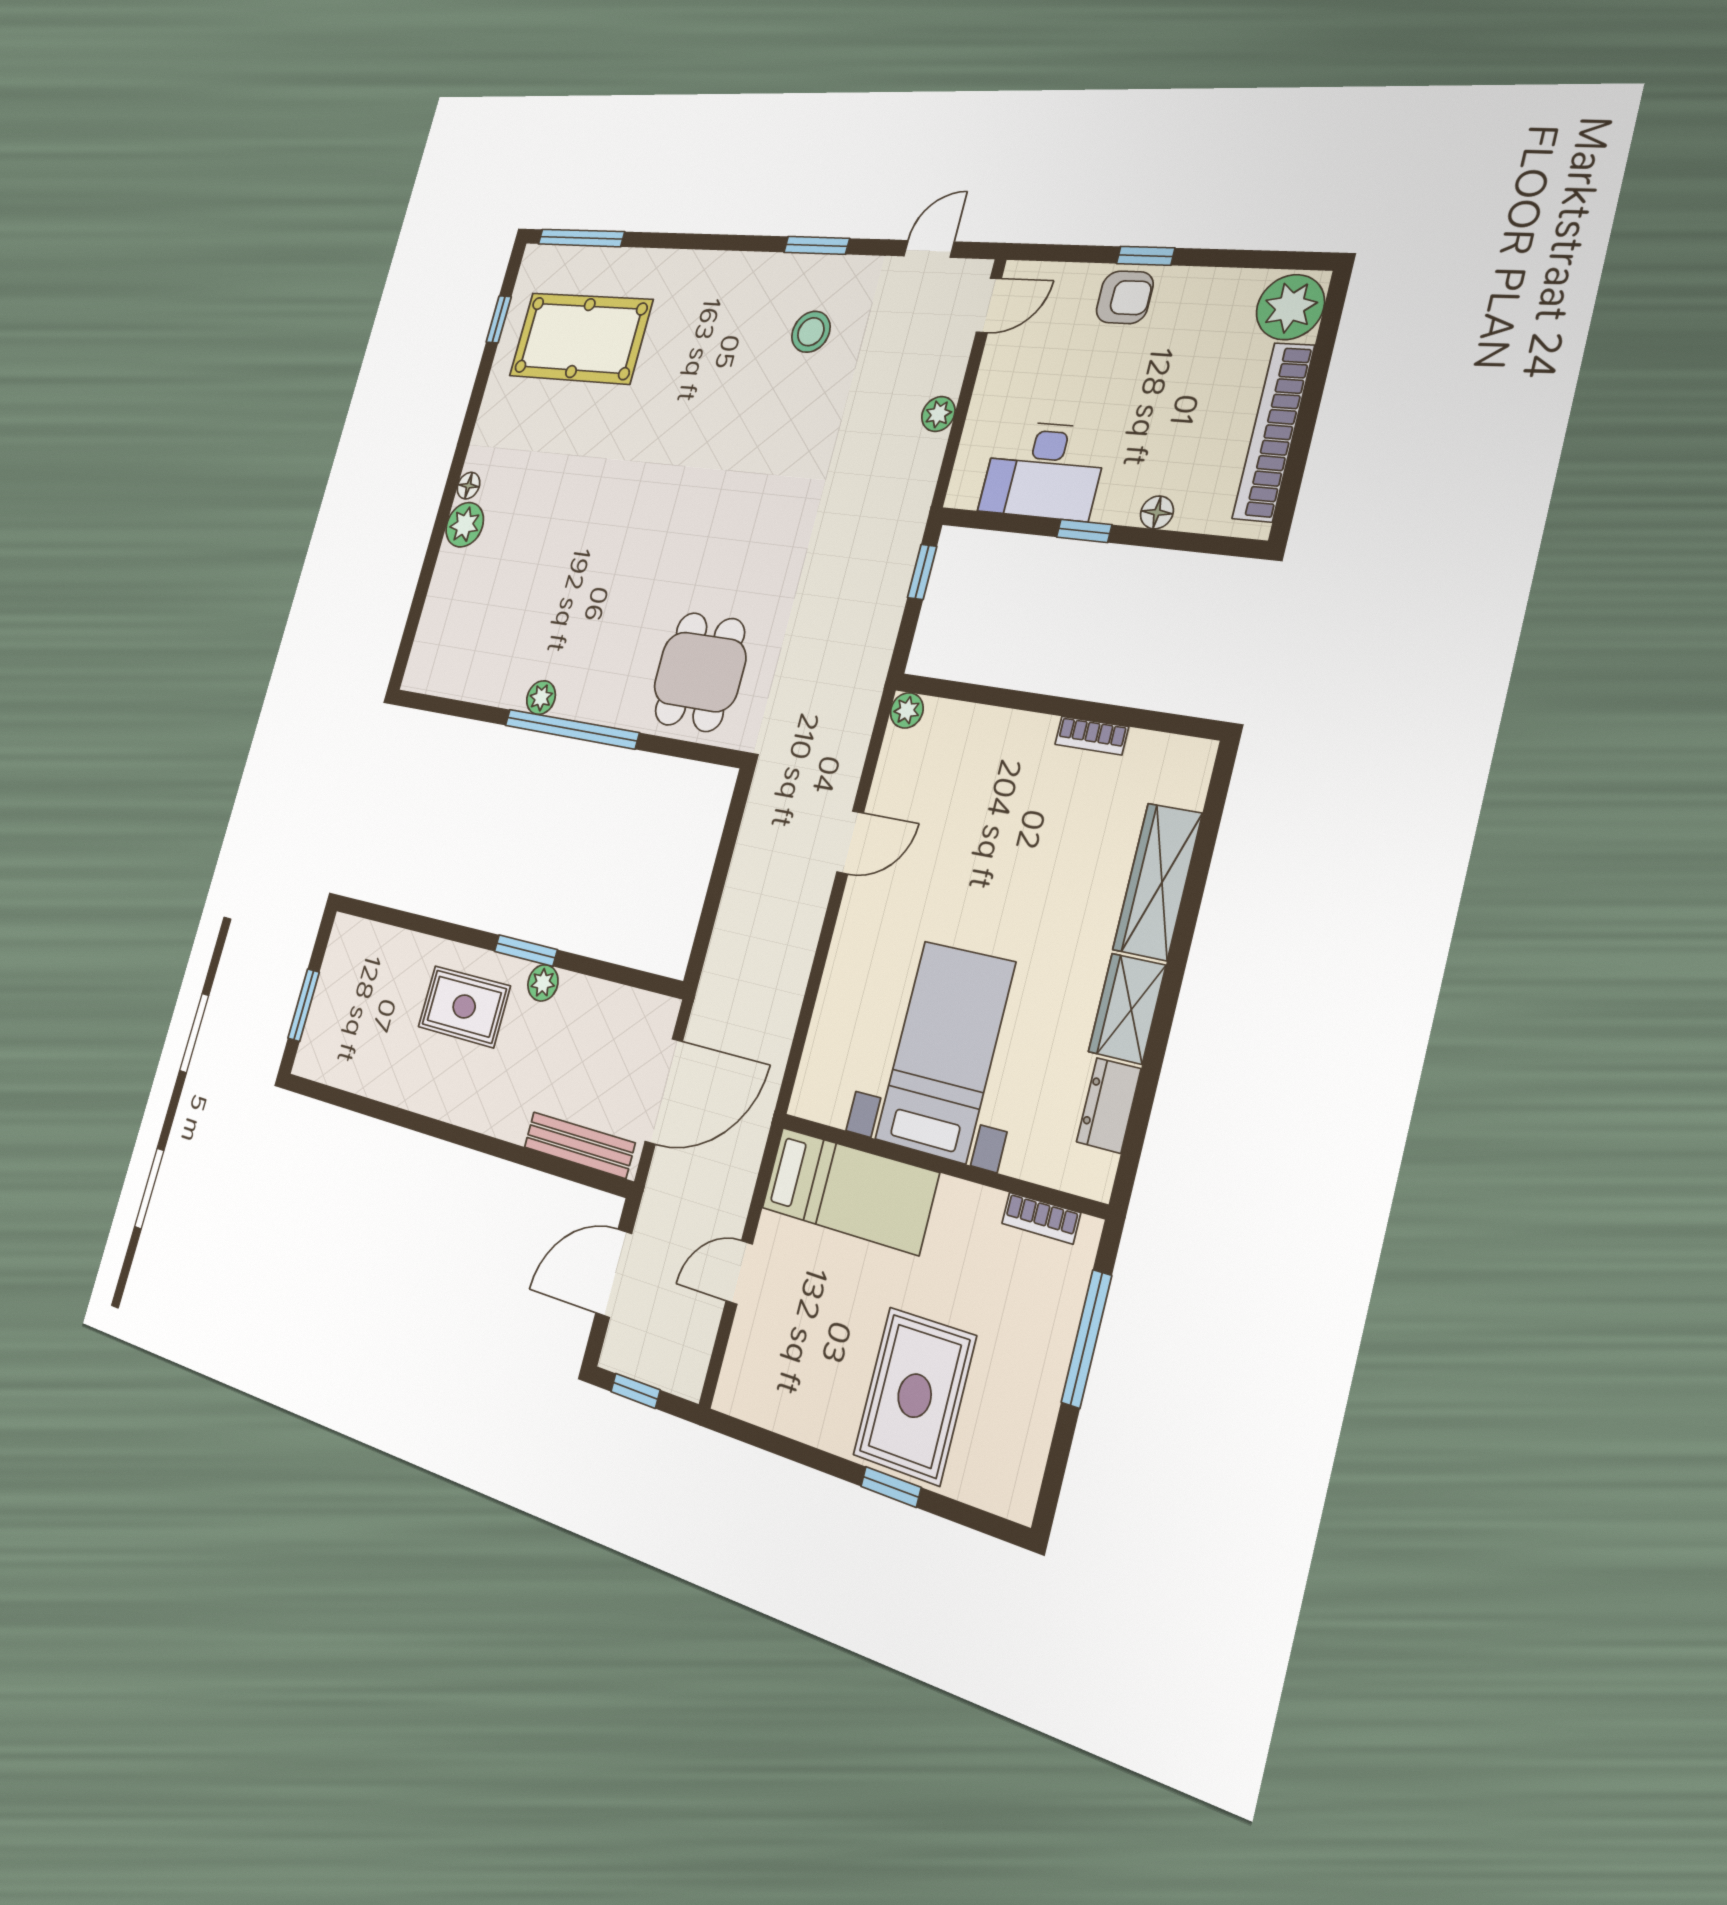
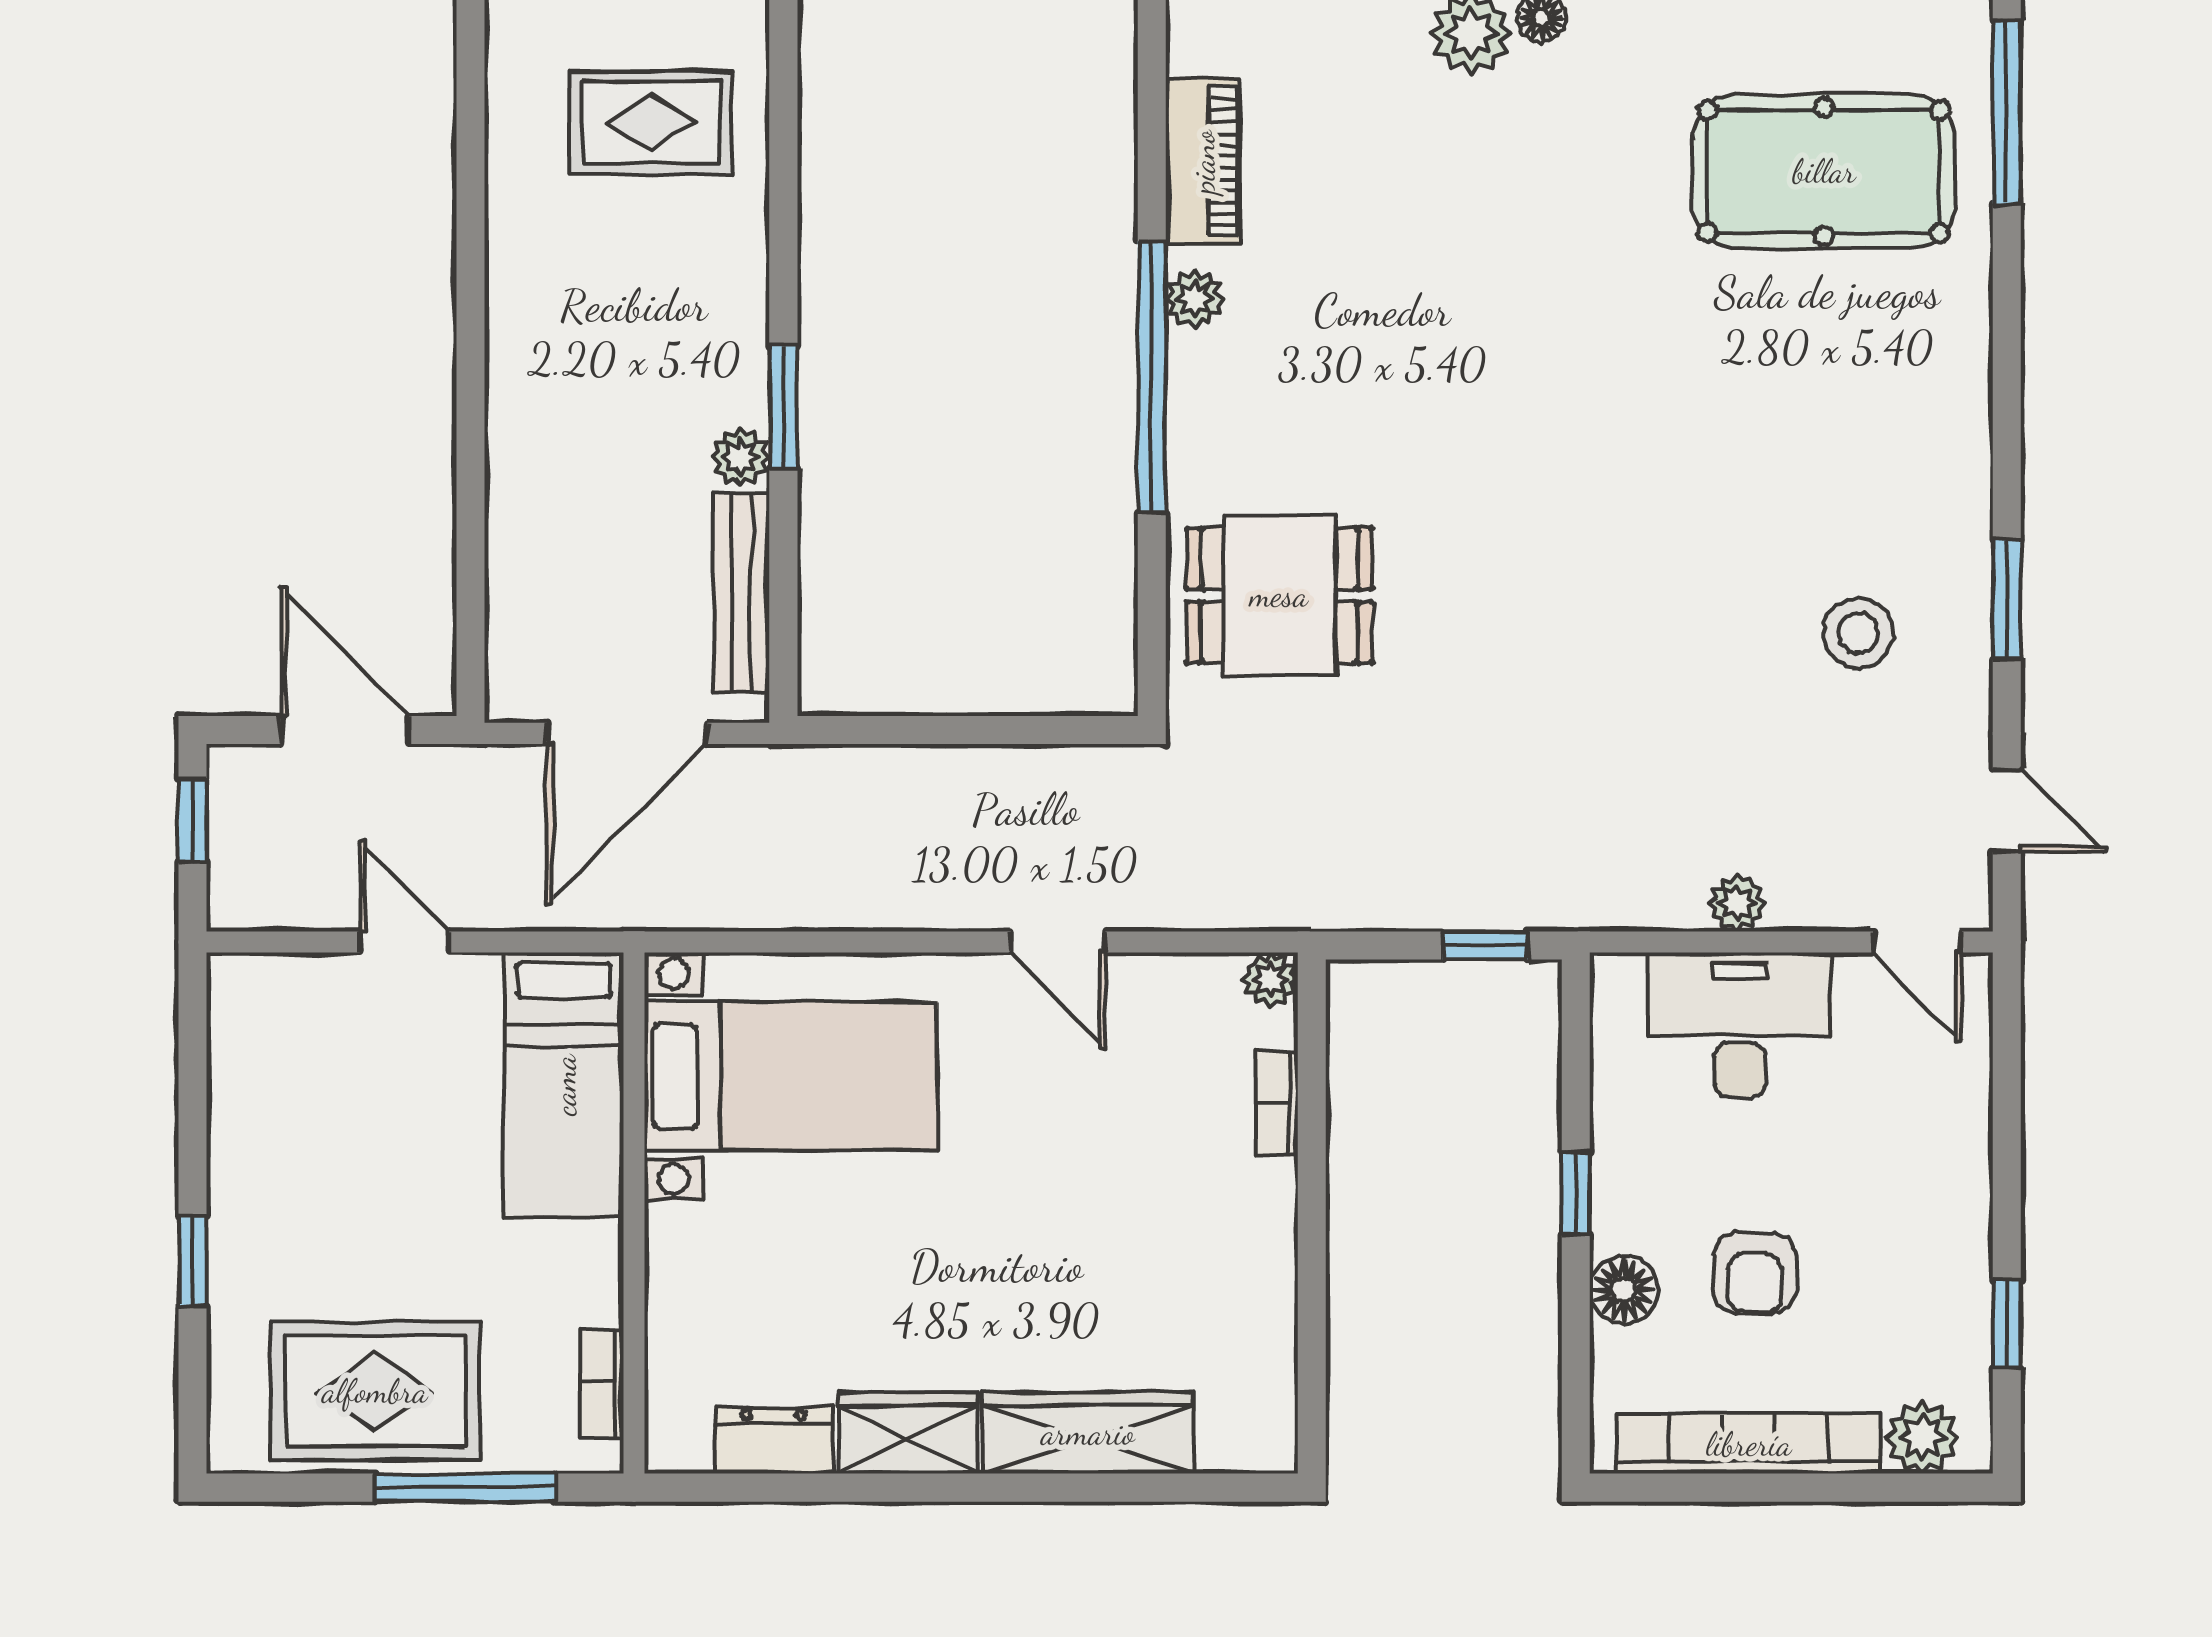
window: (1146, 256) -> (2007, 1324), moved
armchair: (1125, 297) -> (1755, 1273), moved
plant: (1290, 307) -> (1923, 1437), width x0.73, depth x0.73
pool table: (580, 338) -> (1824, 171), turned 90
desk: (1044, 470) -> (1740, 1025), moved, turned 90
floor lamp: (1157, 512) -> (1624, 1290), width x1.37, depth x1.37
piano: (479, 682) -> (1203, 162), added
bookcase: (1092, 736) -> (1277, 1104), moved
rug: (464, 1007) -> (651, 122), moved, turned 90
bed with nightstands: (945, 1051) -> (791, 1076), moved
door: (664, 1091) -> (627, 733), hinge flipped
bench: (579, 1145) -> (741, 592), moved
rug: (915, 1396) -> (375, 1391), moved

